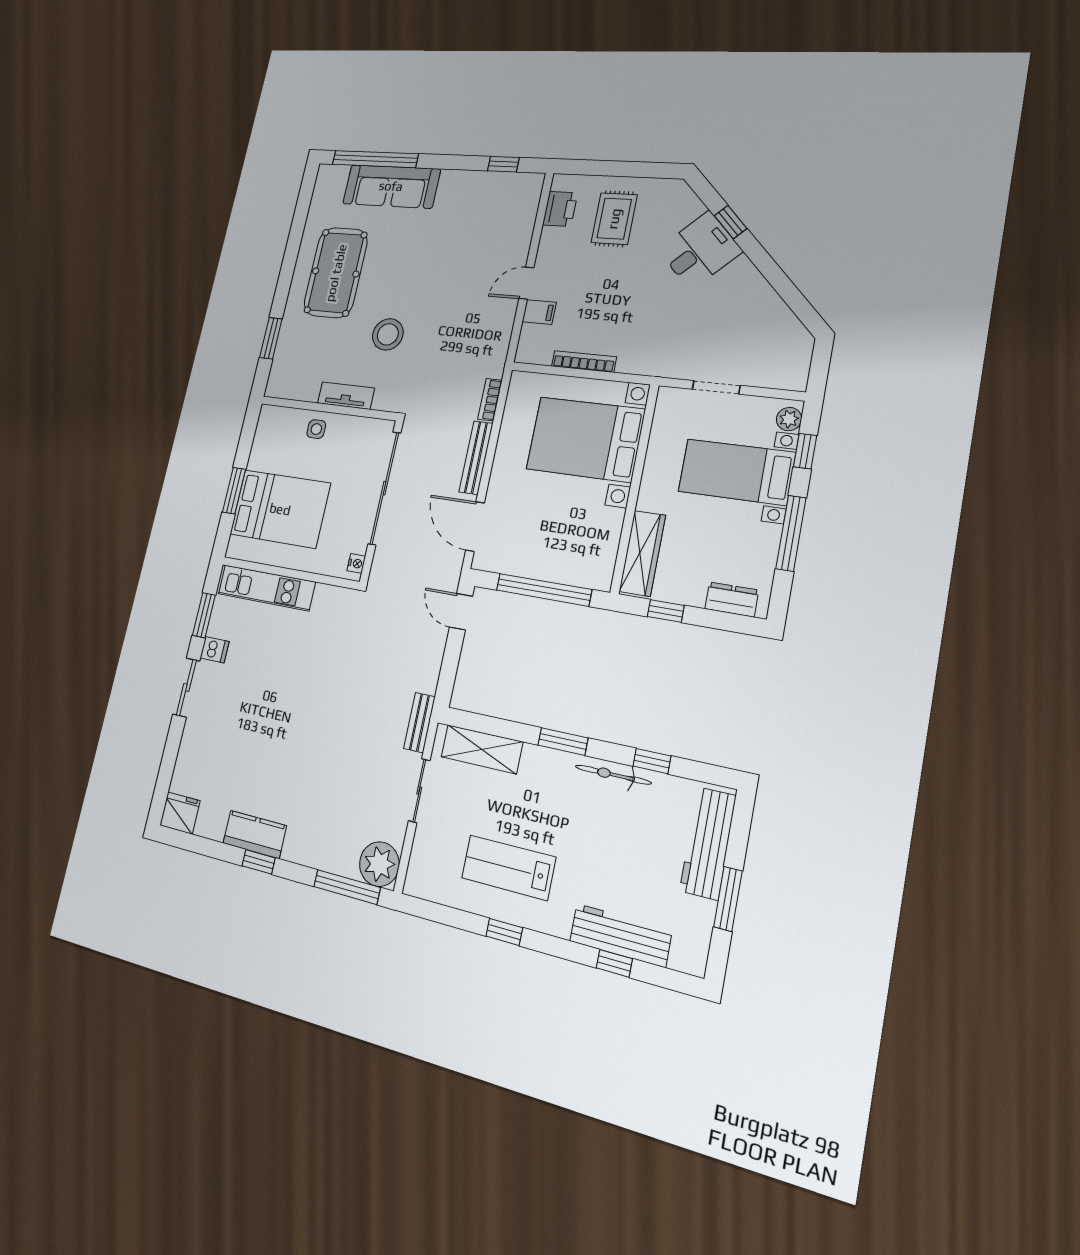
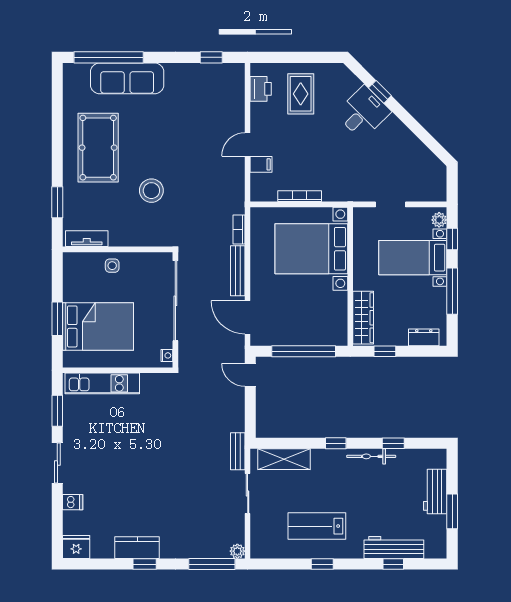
tv unit: (346, 396) -> (87, 239), moved
dishwasher: (215, 650) -> (73, 502), moved
window: (563, 741) -> (336, 443), width x0.67
workbench: (708, 843) -> (435, 491), width x0.73
plant: (379, 864) -> (237, 551), width x0.53, depth x0.53

